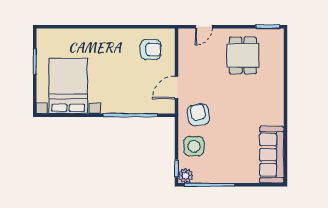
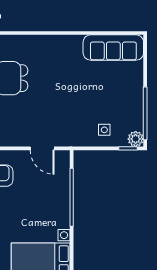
armchair: (198, 115) -> (71, 125), removed
side table: (194, 146) -> (104, 130), width x0.54, depth x0.54

